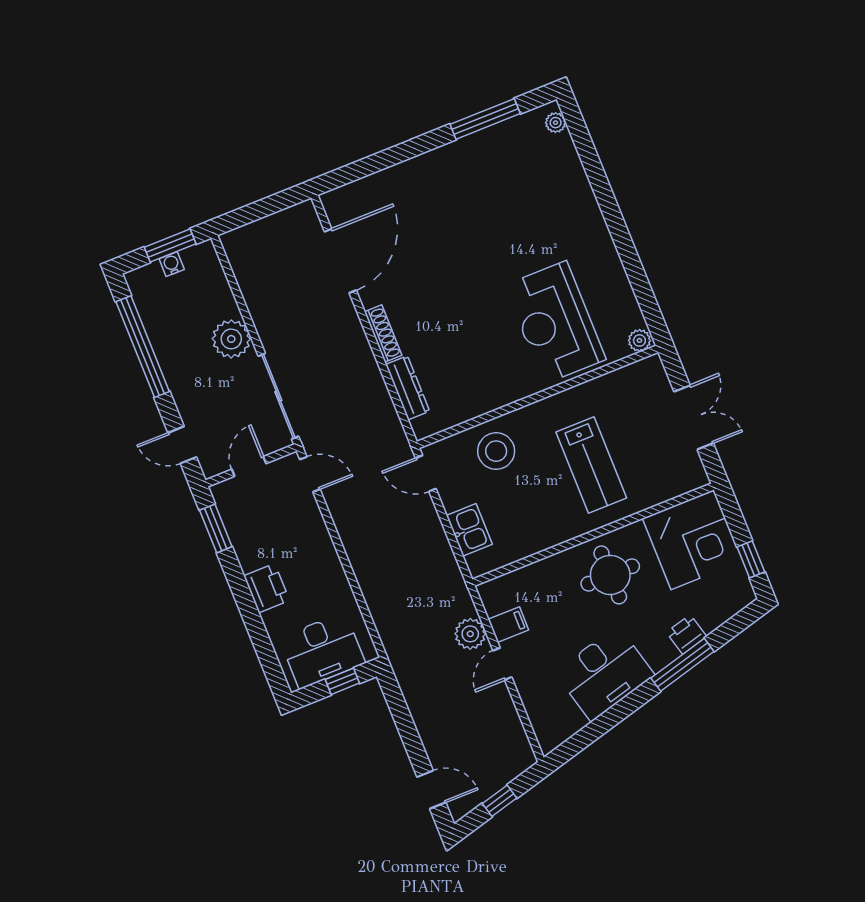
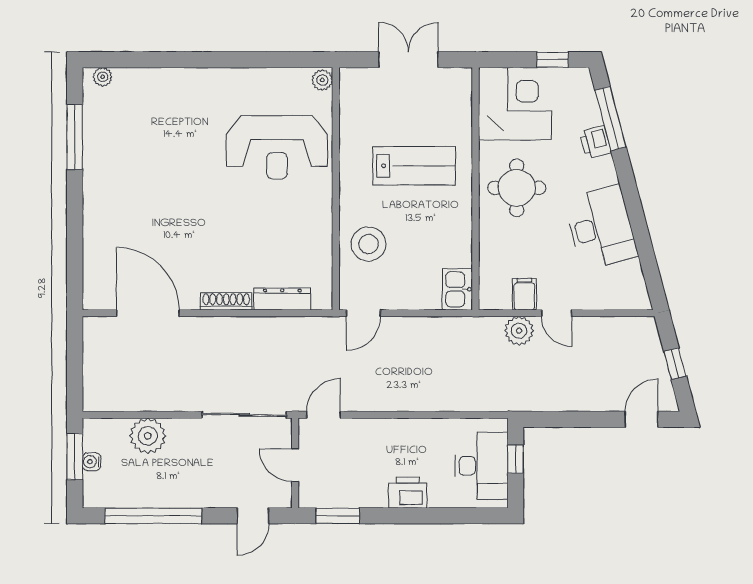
plant: (231, 339) -> (148, 436), moved
kitchen sink: (469, 530) -> (457, 289), moved, turned -90
window: (682, 665) -> (611, 119), moved

